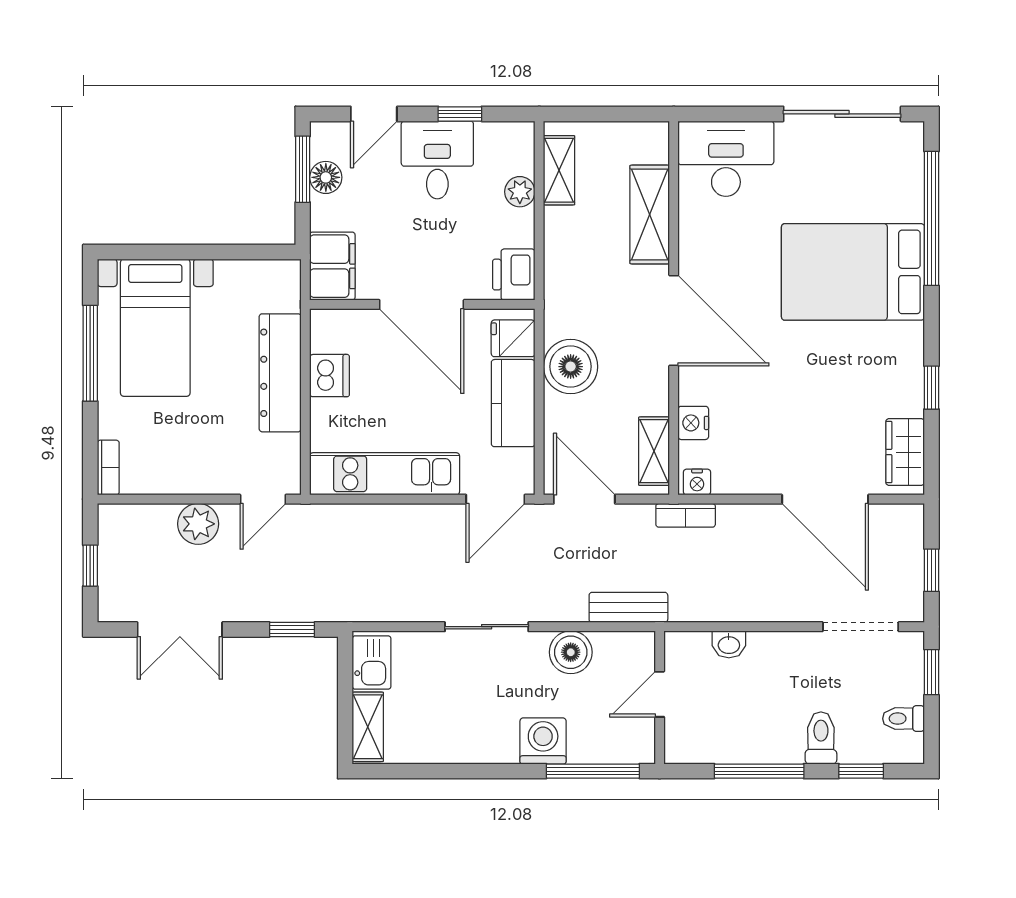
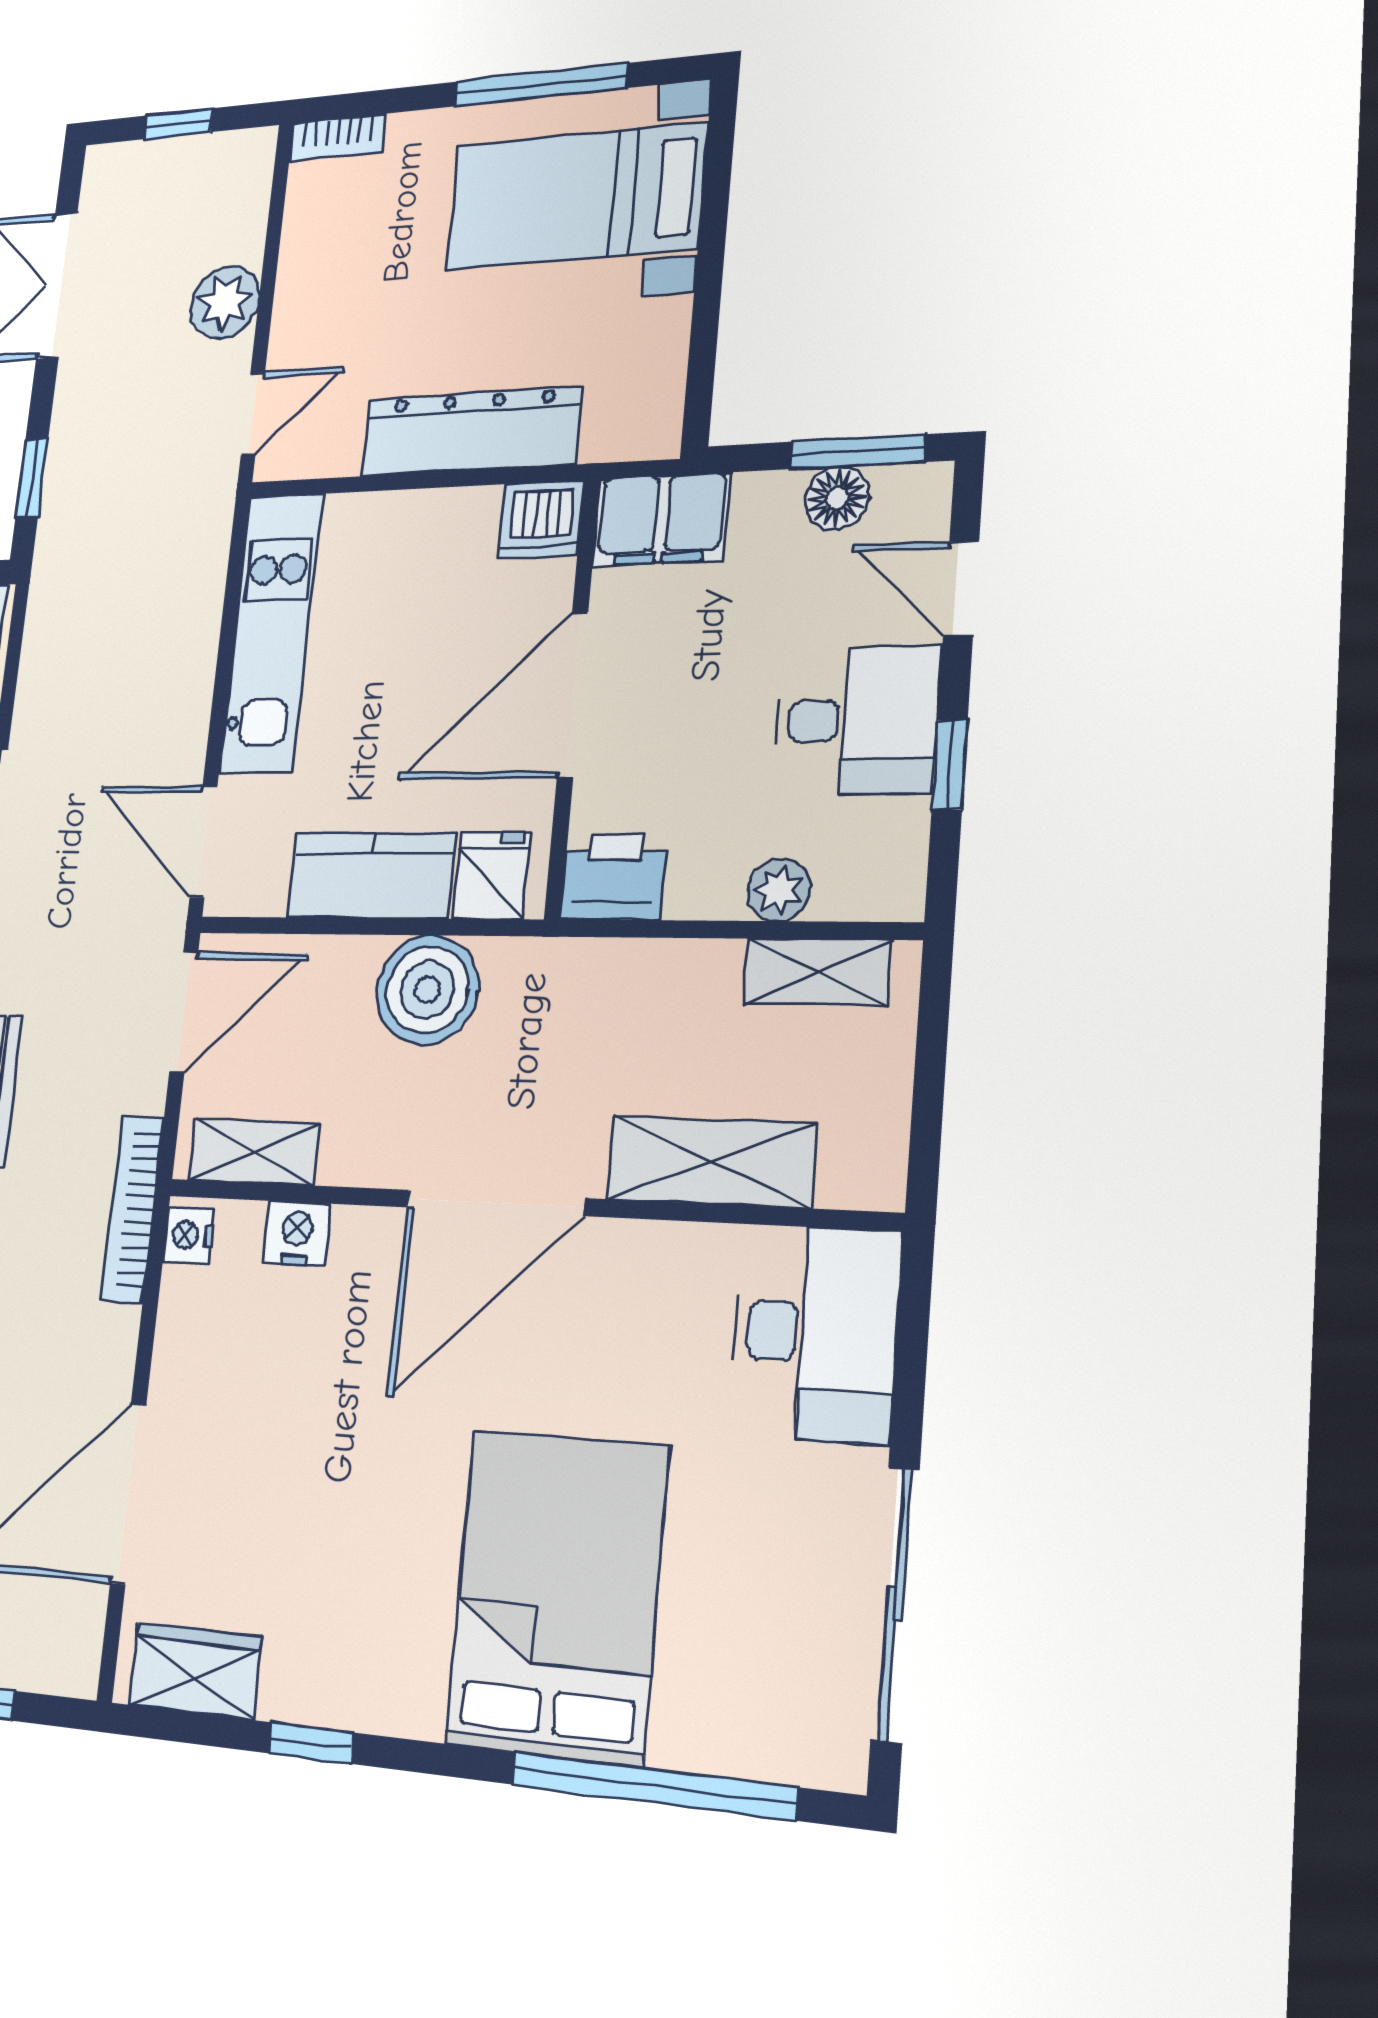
dishwasher: (330, 376) -> (541, 519), moved
door: (263, 499) -> (253, 414), swing flipped
bookcase: (686, 515) -> (132, 1209), width x1.56

